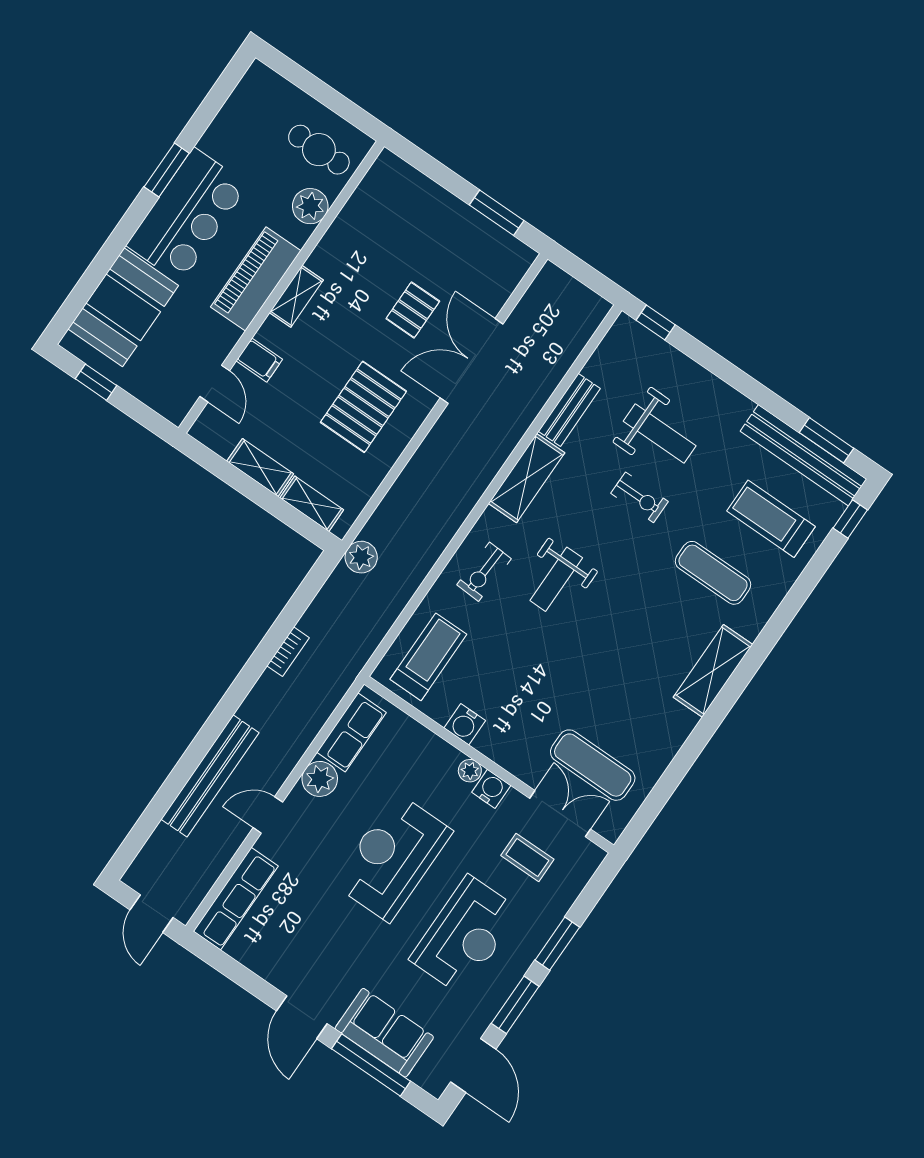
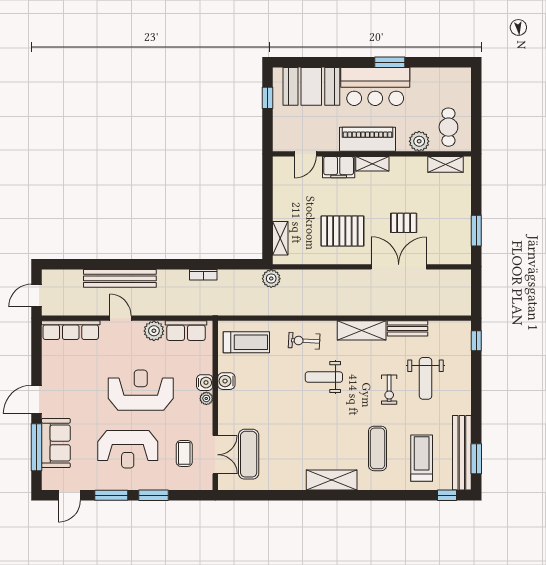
filing cabinet: (259, 360) -> (339, 167), width x2.00
shelving: (260, 467) -> (445, 164), moved, turned 90
water cooler: (491, 789) -> (205, 383), moved
door: (473, 1066) -> (69, 495), width x0.73

